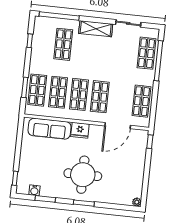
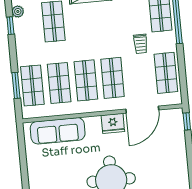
plant: (38, 31) -> (18, 11), added
trolley: (127, 75) -> (141, 44), added
fridge: (80, 130) -> (113, 123), moved

